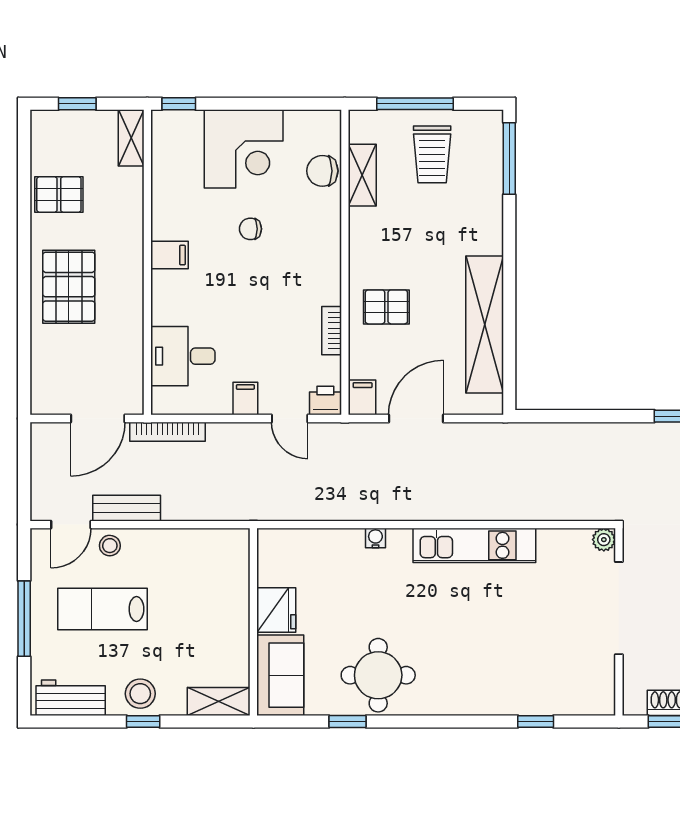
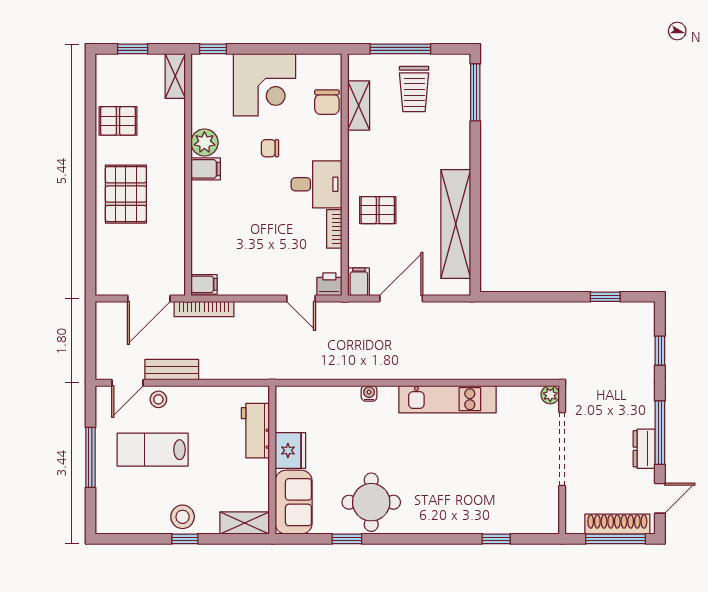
chair: (322, 171) -> (327, 102), turned -90
plant: (168, 222) -> (204, 142), added
desk: (183, 356) -> (317, 184), moved, turned 180
filing cabinet: (245, 398) -> (204, 284), moved, turned 90
workbench: (71, 698) -> (255, 431), moved, turned -90

